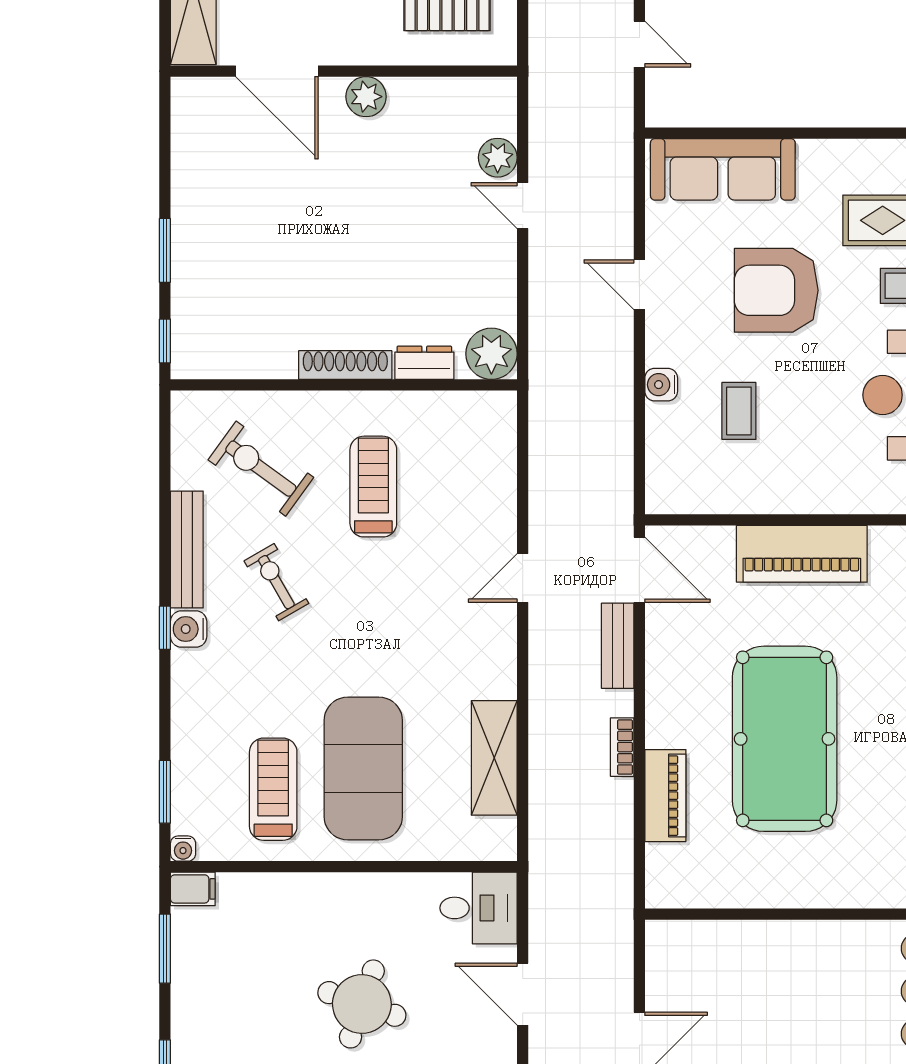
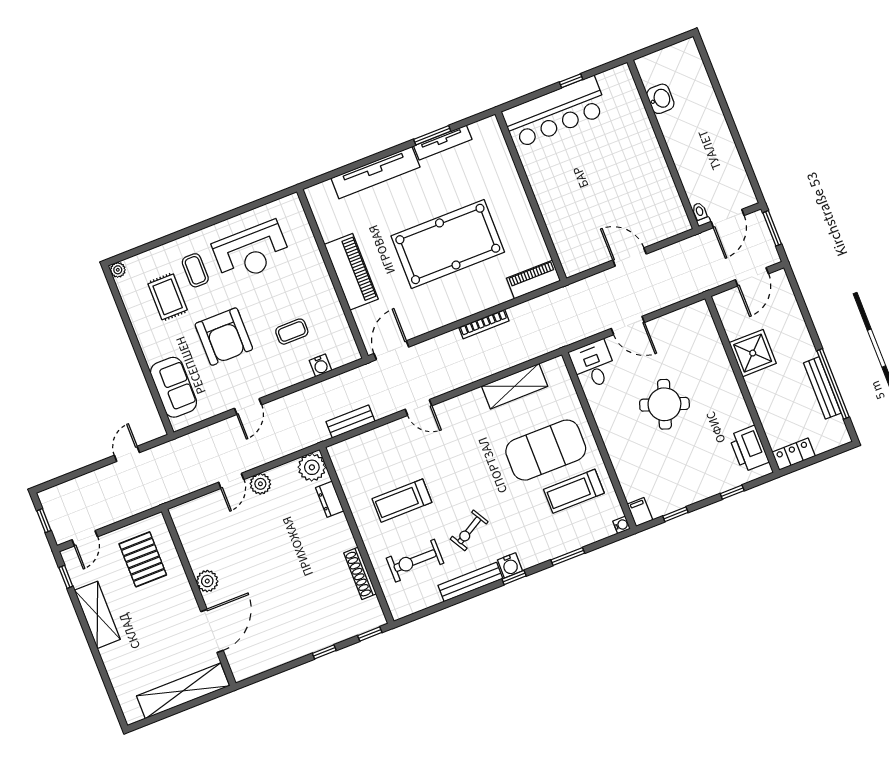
plant: (498, 158) -> (260, 484), moved
sofa: (723, 169) -> (173, 387), width x0.73
window: (165, 250) -> (324, 652), width x0.67
shoe rack: (345, 365) -> (360, 573), moved
water cooler: (661, 385) -> (320, 365), moved
exercise bike: (261, 469) -> (415, 561), turned 54
bench: (618, 646) -> (350, 421), moved
bookcase: (622, 747) -> (484, 324), width x1.56
window: (165, 792) -> (568, 556), moved
piano: (665, 796) -> (534, 279), moved
window: (165, 949) -> (675, 514), width x0.67
door: (523, 994) -> (628, 325), hinge flipped

